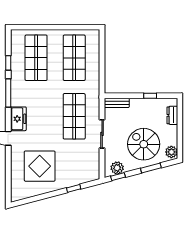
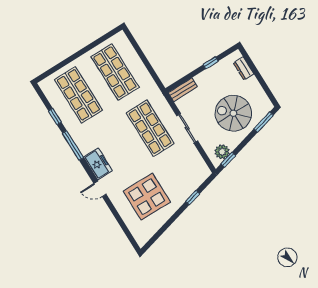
plant: (171, 152) -> (265, 104), removed
window: (151, 168) -> (264, 122), moved

